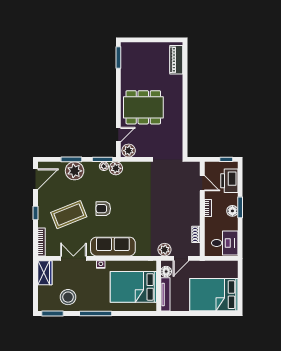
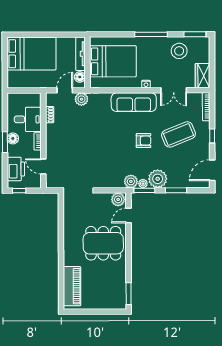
piano: (176, 60) -> (72, 286), width x1.37, depth x1.33
plant: (75, 171) -> (158, 179), moved
desk: (225, 243) -> (28, 119), moved, turned 180

